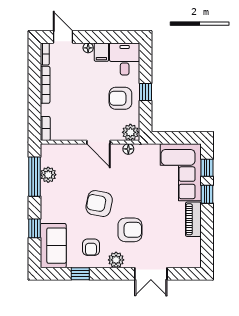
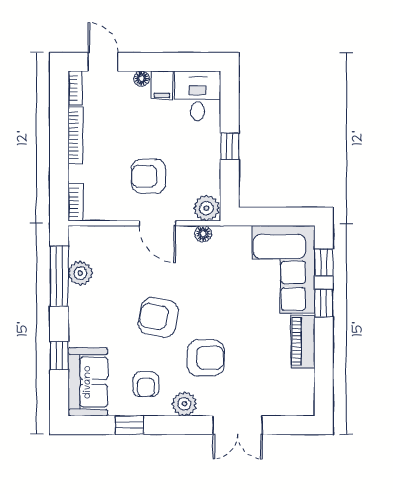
armchair: (120, 98) -> (148, 176), moved

